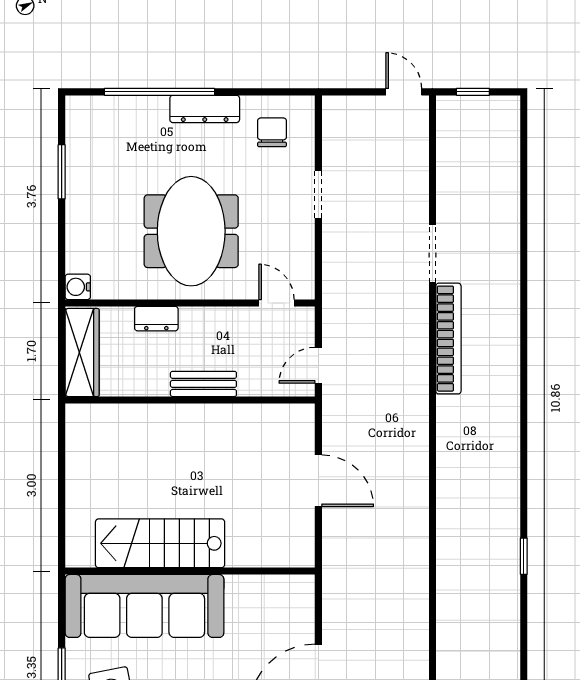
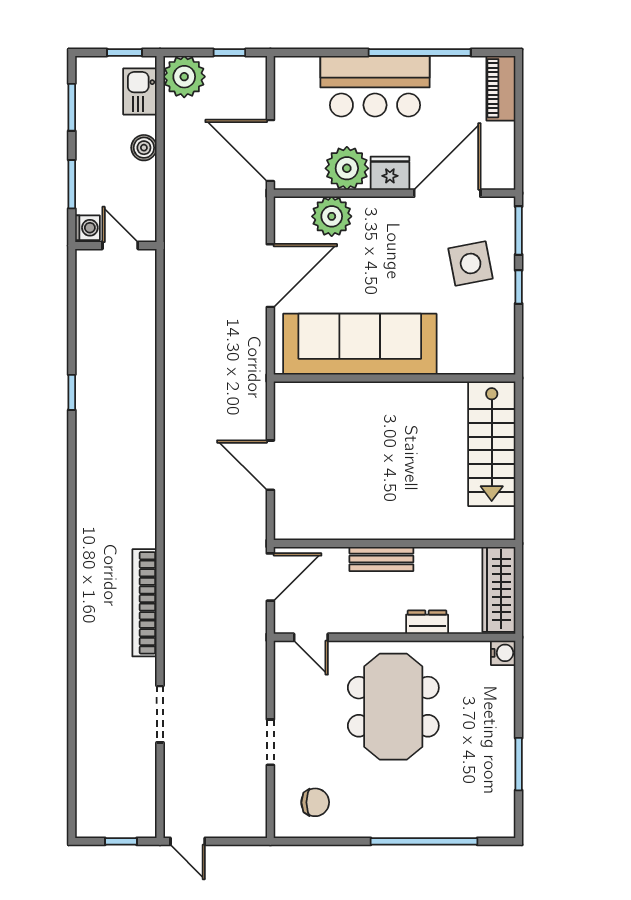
dresser: (205, 109) -> (380, 825), removed
chair: (272, 132) -> (315, 802), turned -90
doorway: (432, 253) -> (160, 714), moved
door: (318, 365) -> (270, 577), width x1.38
stairs: (160, 543) -> (492, 444), moved, turned 90
sofa: (144, 606) -> (360, 344), moved

